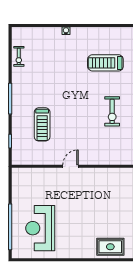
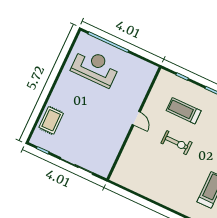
exercise bike: (112, 111) -> (176, 143), moved, turned 180

